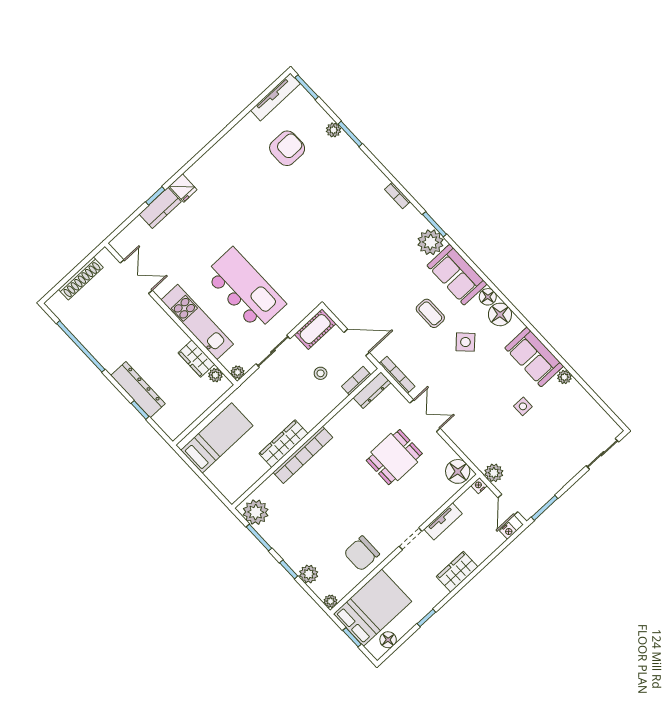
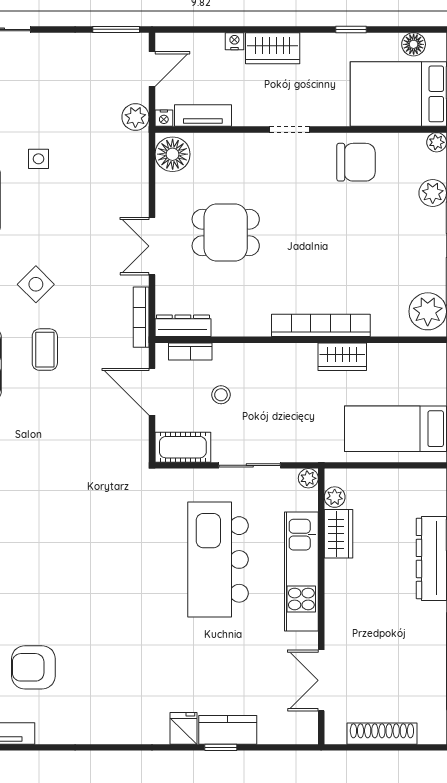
wardrobe: (283, 444) -> (342, 357), width x0.67
tv unit: (443, 521) -> (203, 116), moved
nightstand: (508, 531) -> (234, 41), moved

